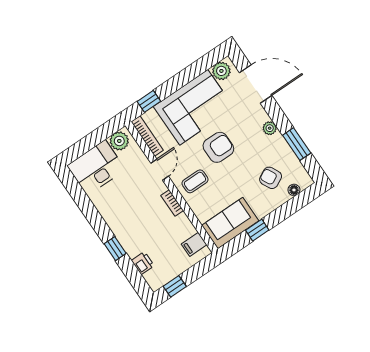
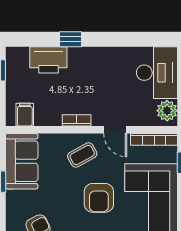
coffee table: (195, 181) -> (82, 155), turned 61
printer: (143, 263) -> (48, 60), width x1.87, depth x1.48

